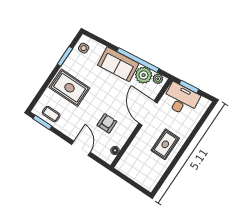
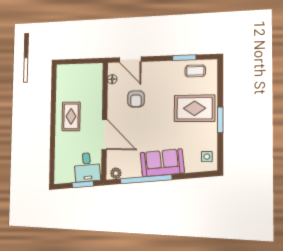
window: (65, 56) -> (220, 120), moved
plant: (144, 75) -> (131, 168), removed
desk: (181, 100) -> (87, 167), width x0.73
window: (42, 122) -> (184, 58), moved
door: (81, 148) -> (130, 60), moved

